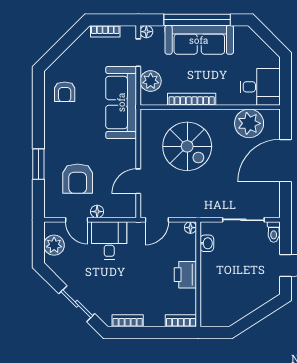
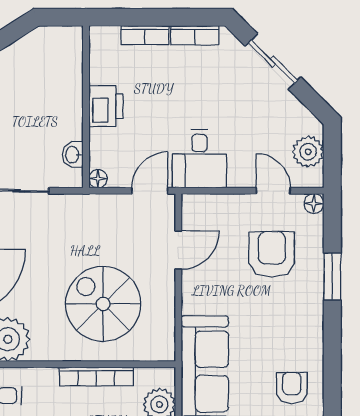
floor lamp: (97, 212) -> (314, 204), moved
desk: (109, 241) -> (199, 159), moved
bookcase: (181, 321) -> (145, 35), moved

